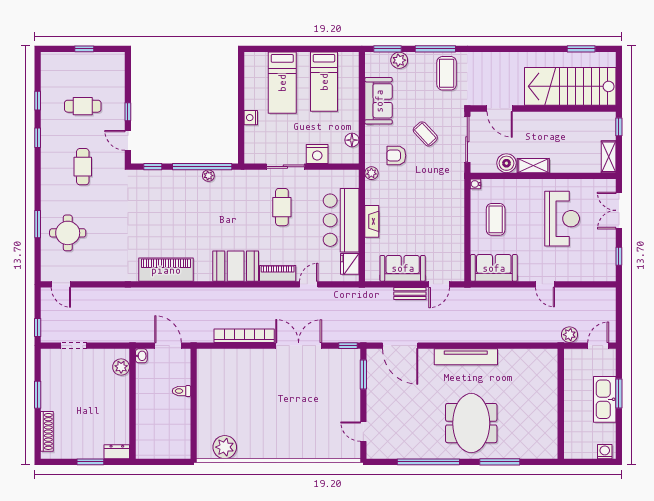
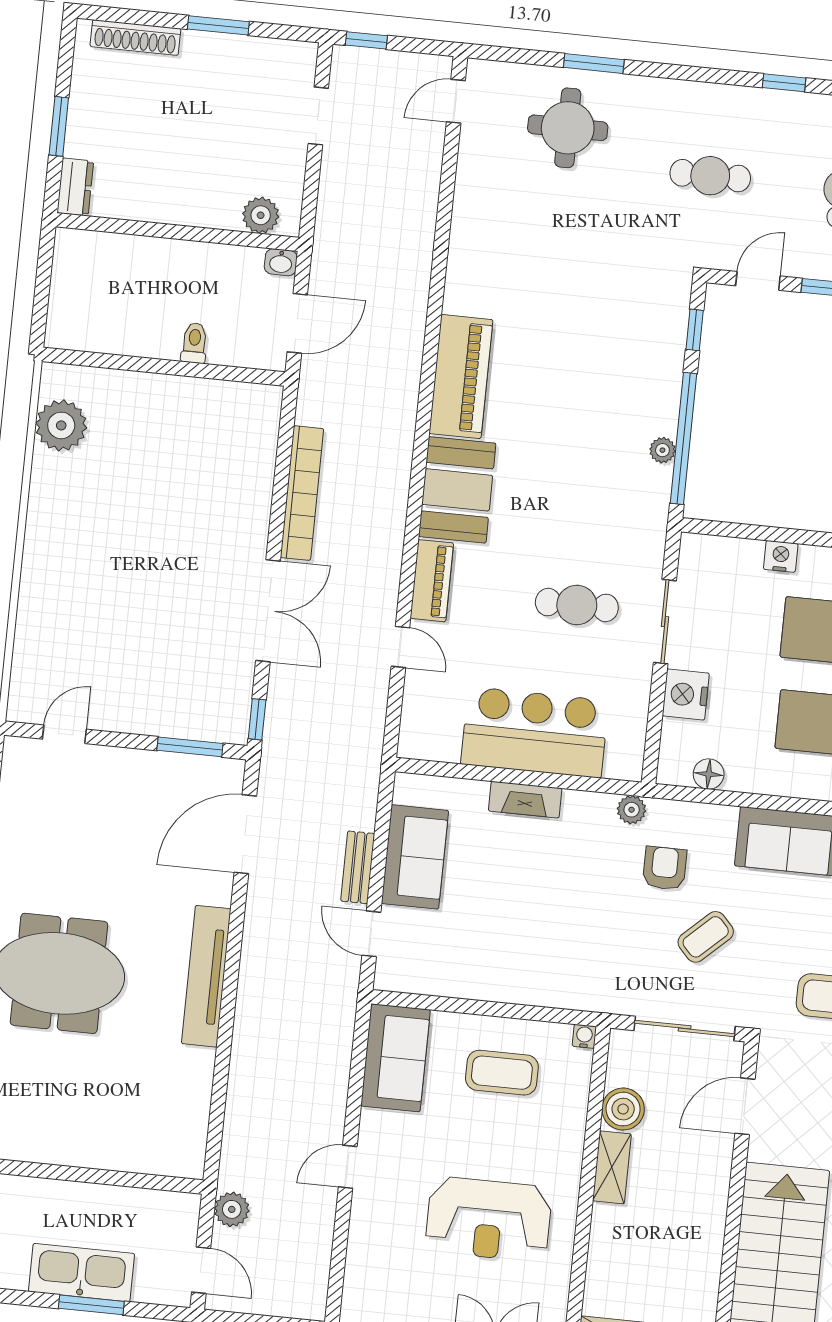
fridge: (350, 264) -> (437, 742), removed
piano: (166, 270) -> (461, 377), moved

